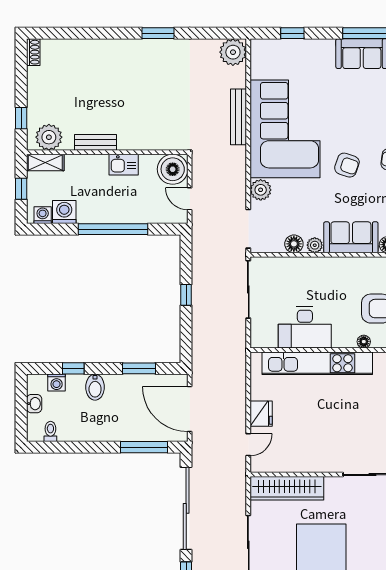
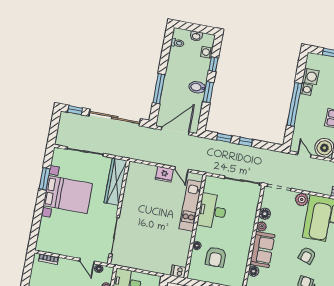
door: (190, 199) -> (304, 155), hinge flipped
washing machine: (43, 215) -> (306, 89), moved
window: (186, 330) -> (224, 138), added
kitchen unit: (317, 363) -> (191, 205), width x0.73
window: (139, 368) -> (208, 92), moved
bidet: (95, 387) -> (197, 87), moved
door: (248, 445) -> (182, 169), moved
window: (144, 447) -> (159, 89), moved

